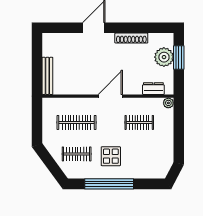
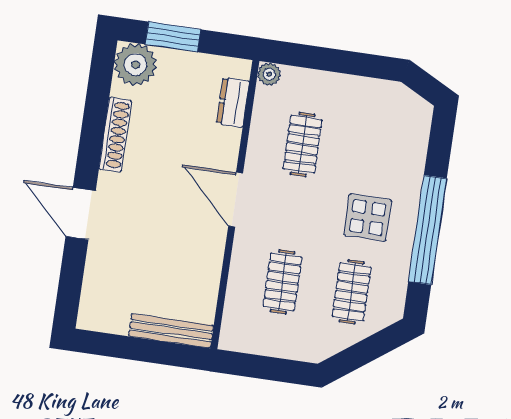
plant: (164, 57) -> (136, 65), moved
clothes rail: (77, 122) -> (283, 282), width x0.73

